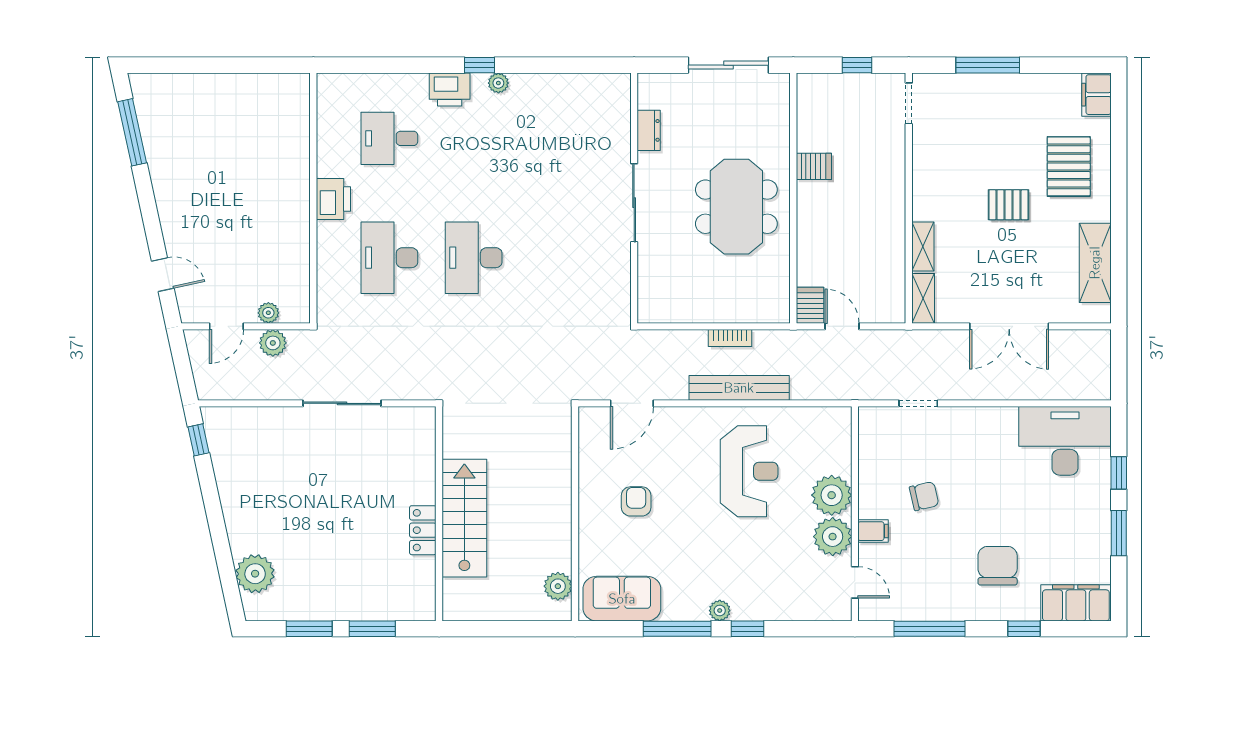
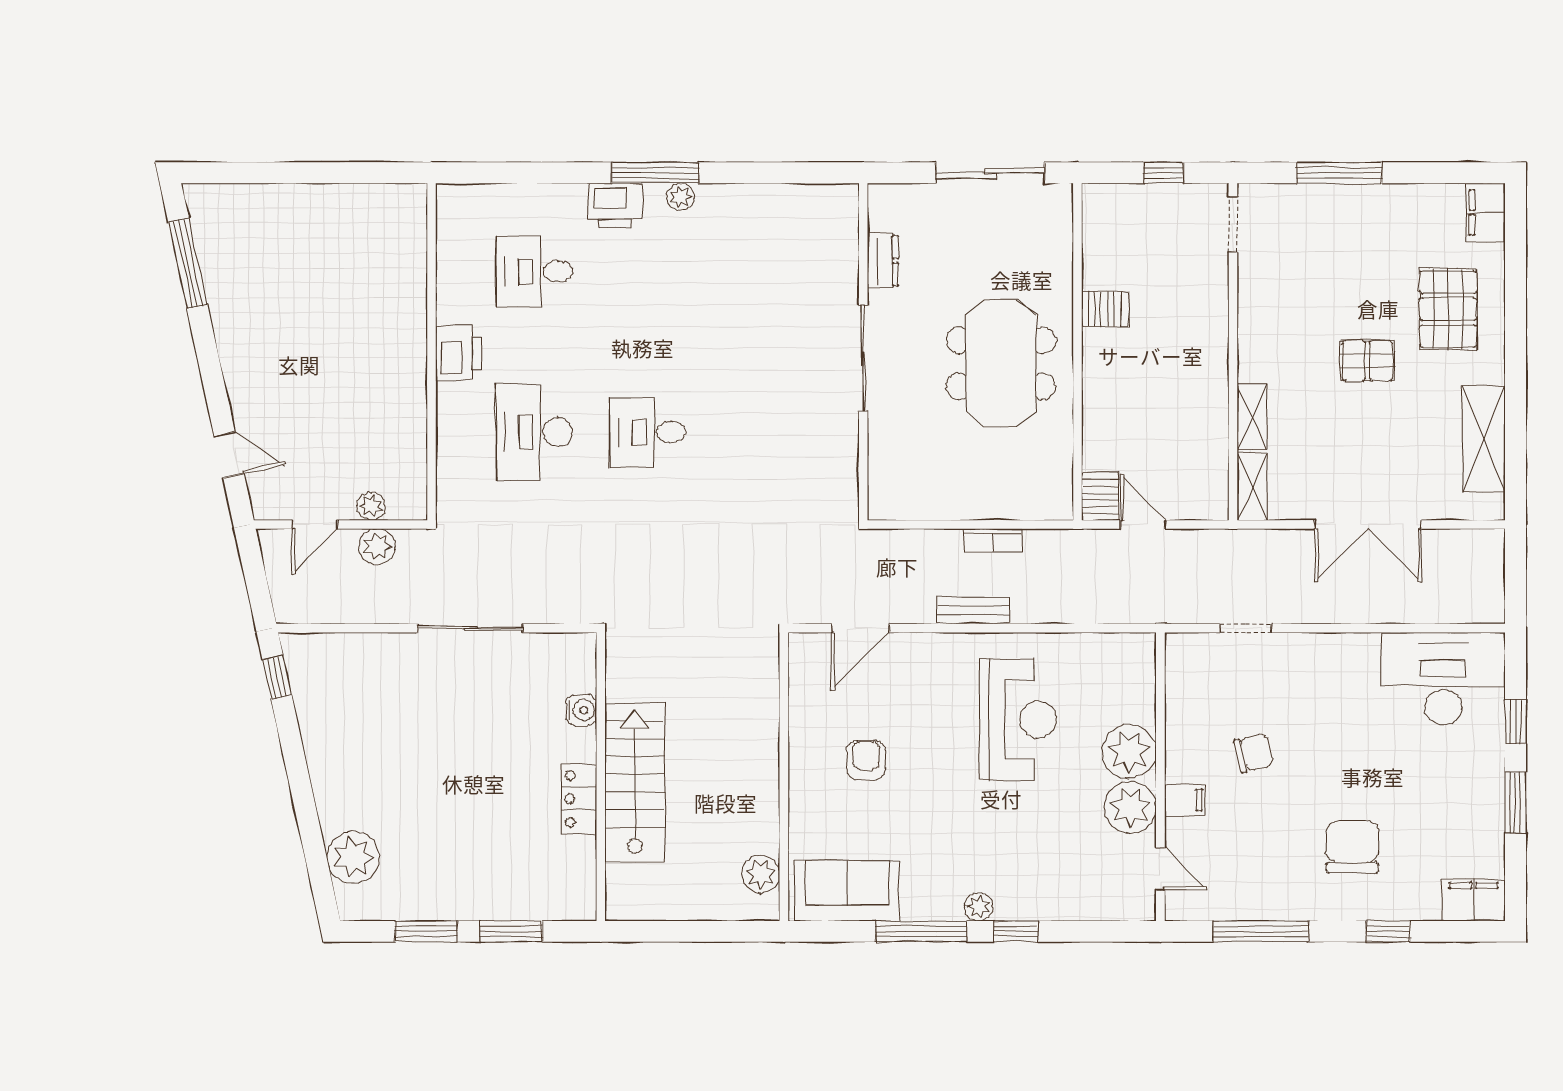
window: (479, 65) -> (655, 173), width x2.17
desk: (474, 258) -> (647, 432), width x0.73
bench: (739, 388) -> (973, 610), width x0.54, depth x0.82
water cooler: (424, 464) -> (581, 710), added
filing cabinet: (1076, 603) -> (1474, 900), width x0.67, depth x0.86

